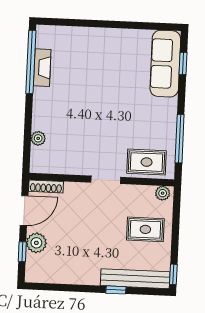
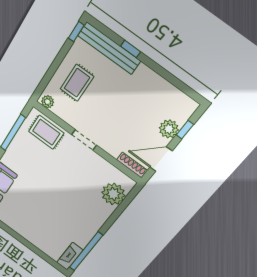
fireplace: (42, 68) -> (70, 256), moved
plant: (38, 138) -> (113, 194), width x1.88, depth x1.88
rug: (145, 229) -> (77, 83), turned 90

